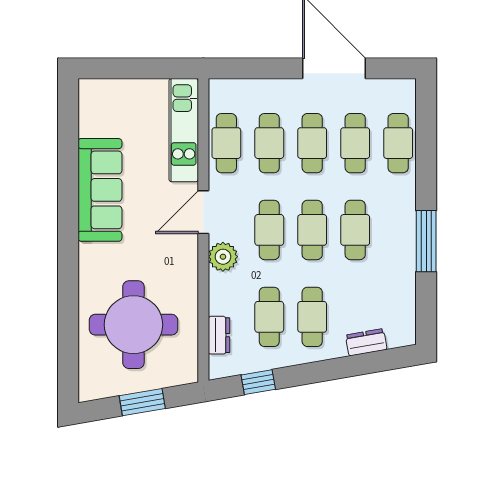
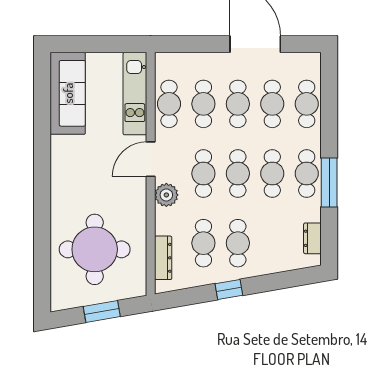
sofa: (100, 190) -> (68, 93), moved
cafe table: (398, 230) -> (307, 174), added
dresser: (219, 335) -> (163, 258), width x1.44
dresser: (366, 342) -> (312, 238), moved, turned -80
window: (258, 382) -> (229, 290), moved

